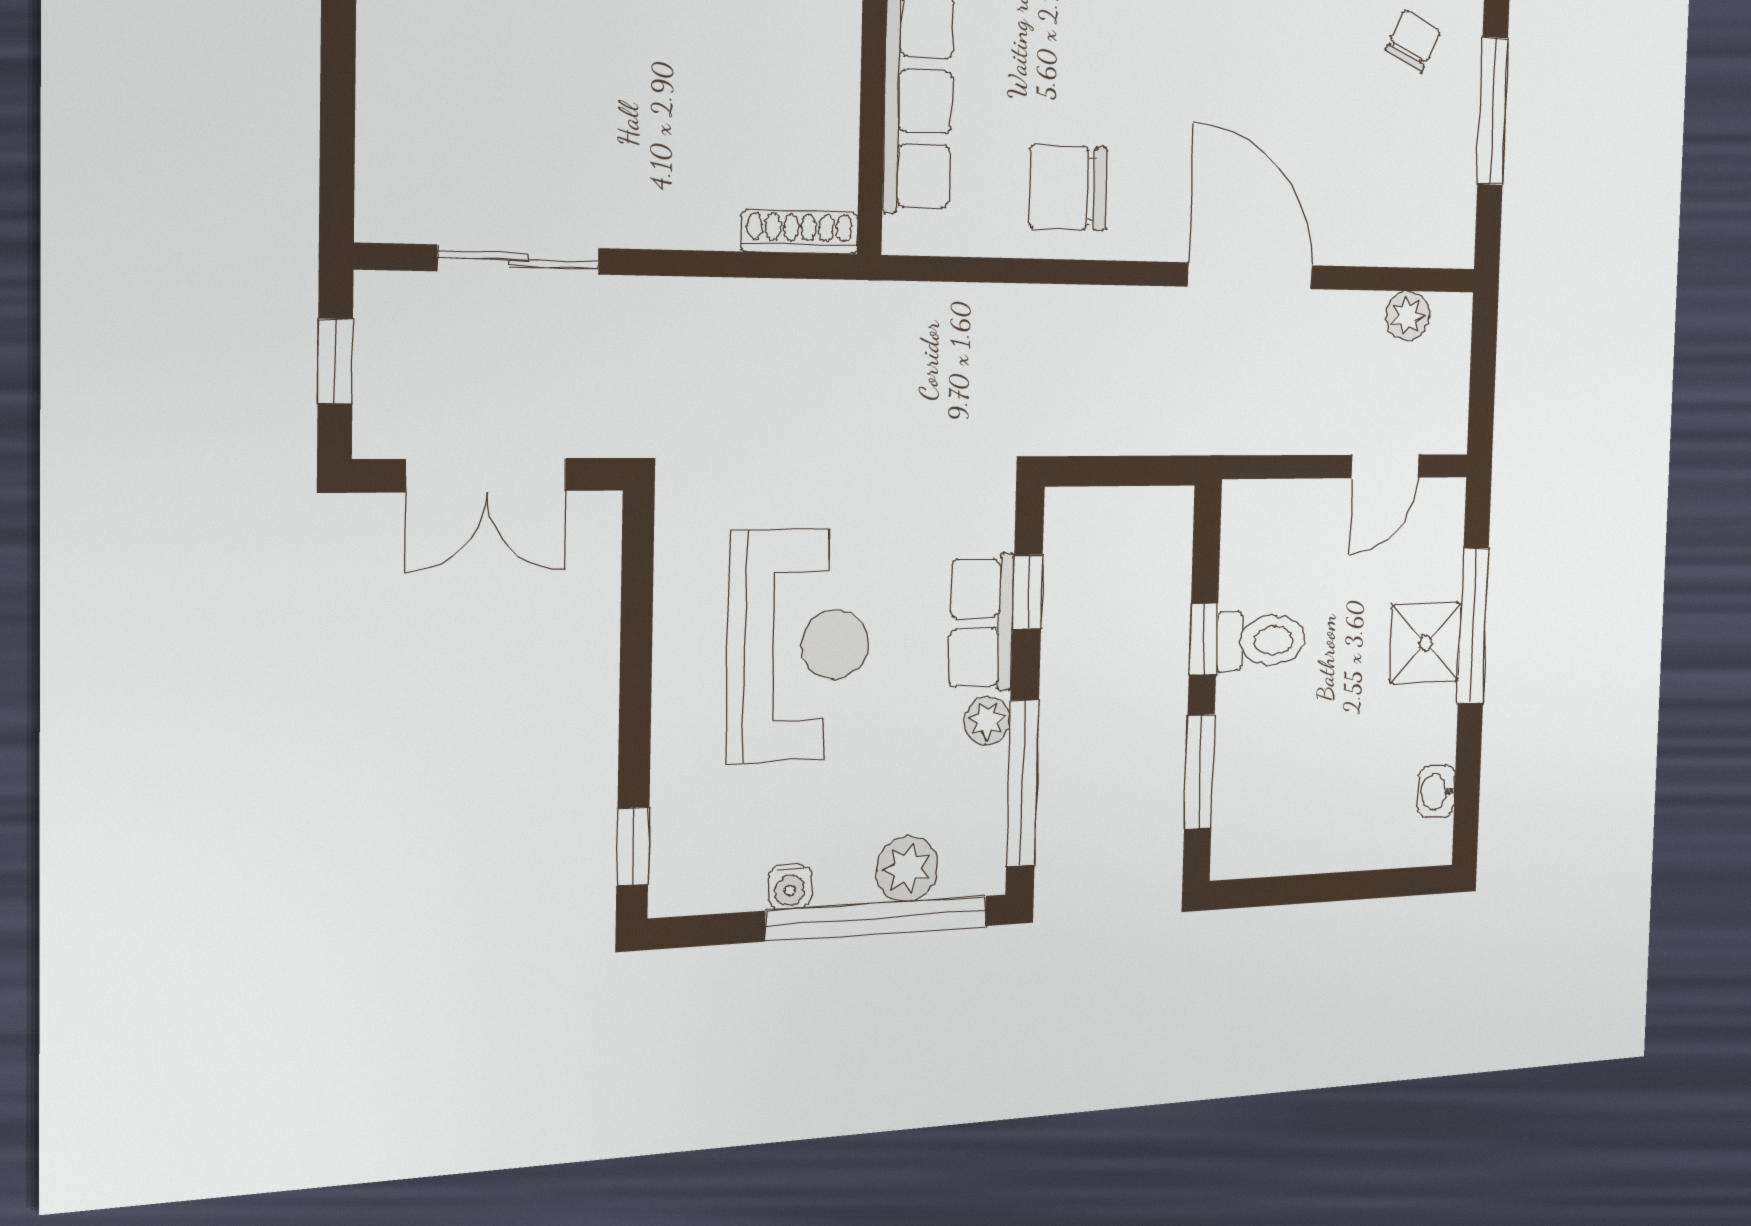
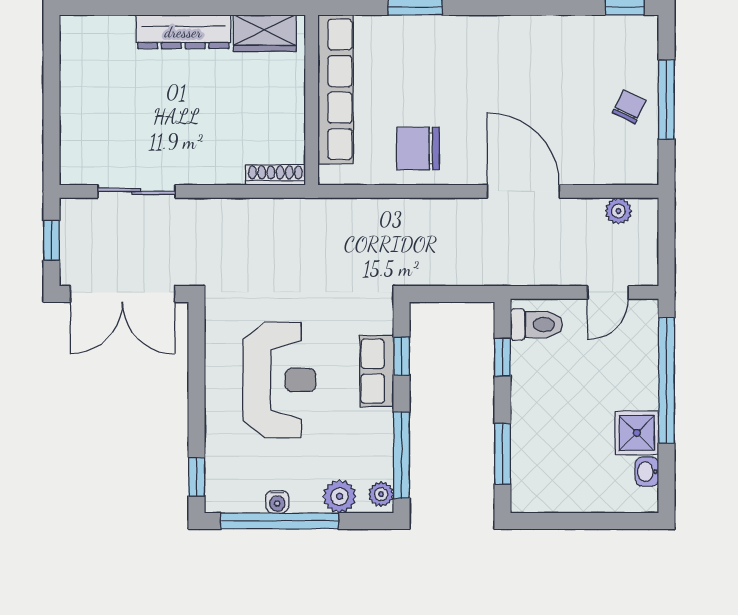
chair: (1413, 41) -> (629, 107), moved
double door: (487, 475) -> (123, 294), width x1.37
window: (1473, 626) -> (666, 381), width x1.46
window: (1203, 639) -> (502, 357), moved
toilet: (1261, 641) -> (536, 325), moved
shower: (1426, 643) -> (637, 433), moved
plant: (987, 721) -> (381, 494), moved
window: (877, 918) -> (279, 521), moved

